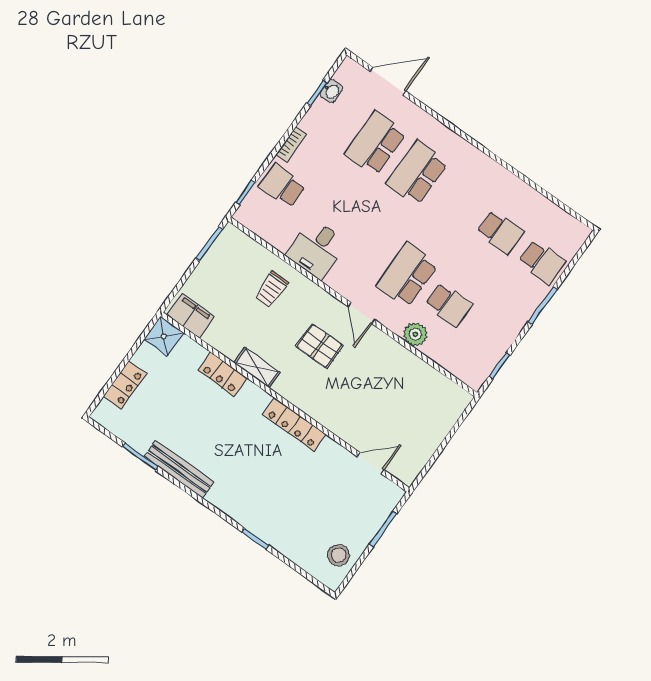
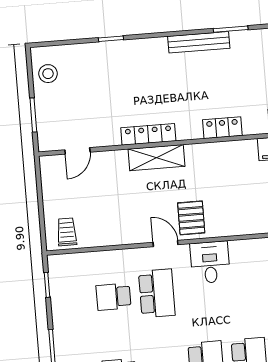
desk: (317, 249) -> (210, 262), moved
trolley: (271, 290) -> (67, 232), moved
plant: (415, 334) -> (119, 259), removed
pallet: (320, 346) -> (191, 218), moved, turned 90
shelving: (257, 367) -> (156, 158), moved, width x1.50, depth x1.33

